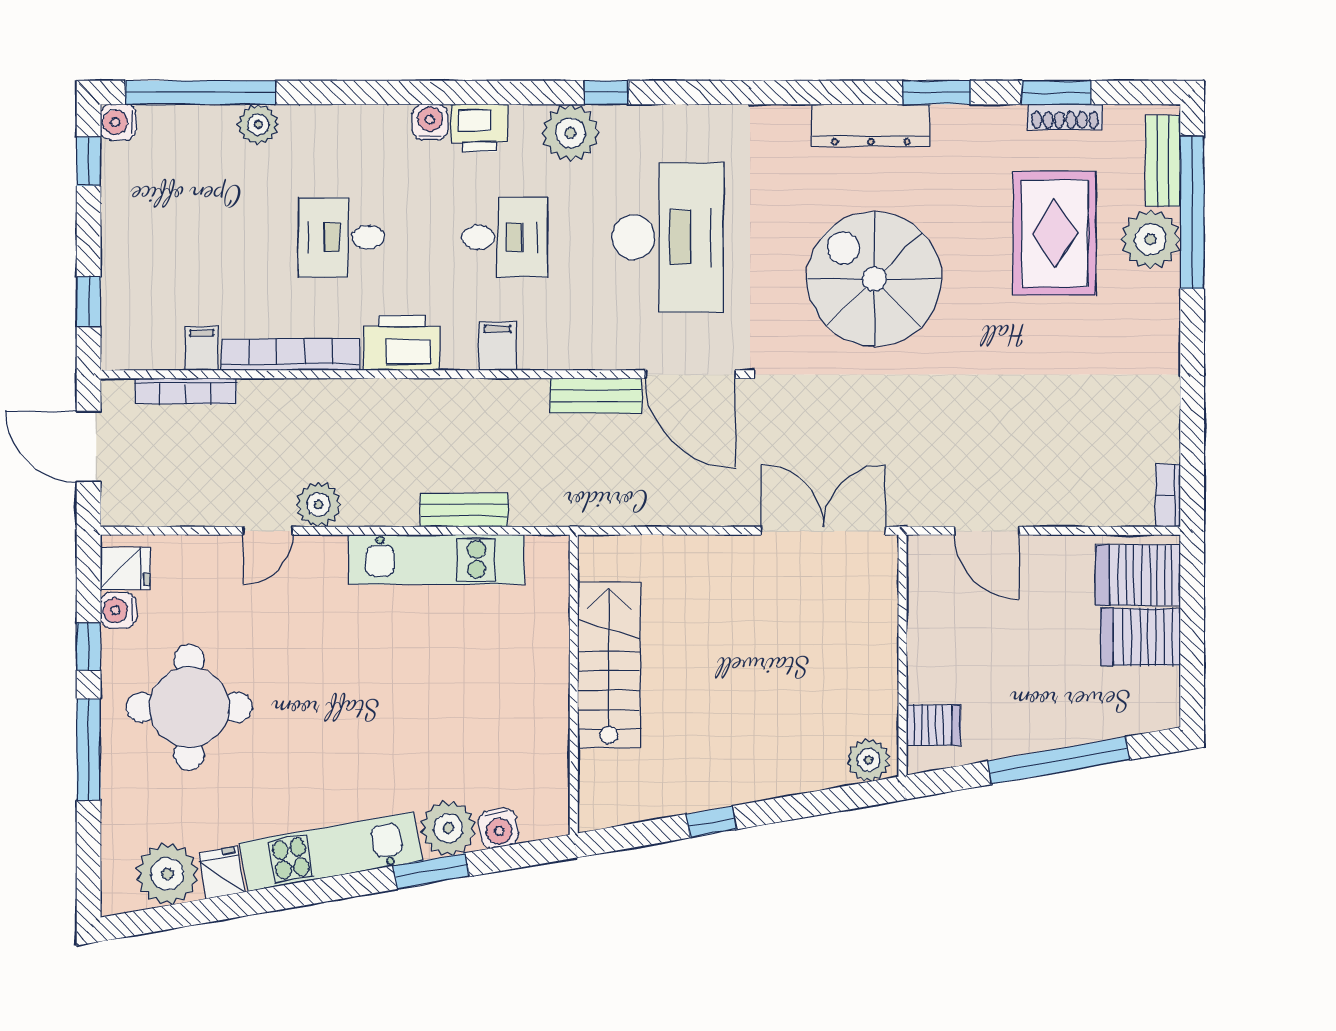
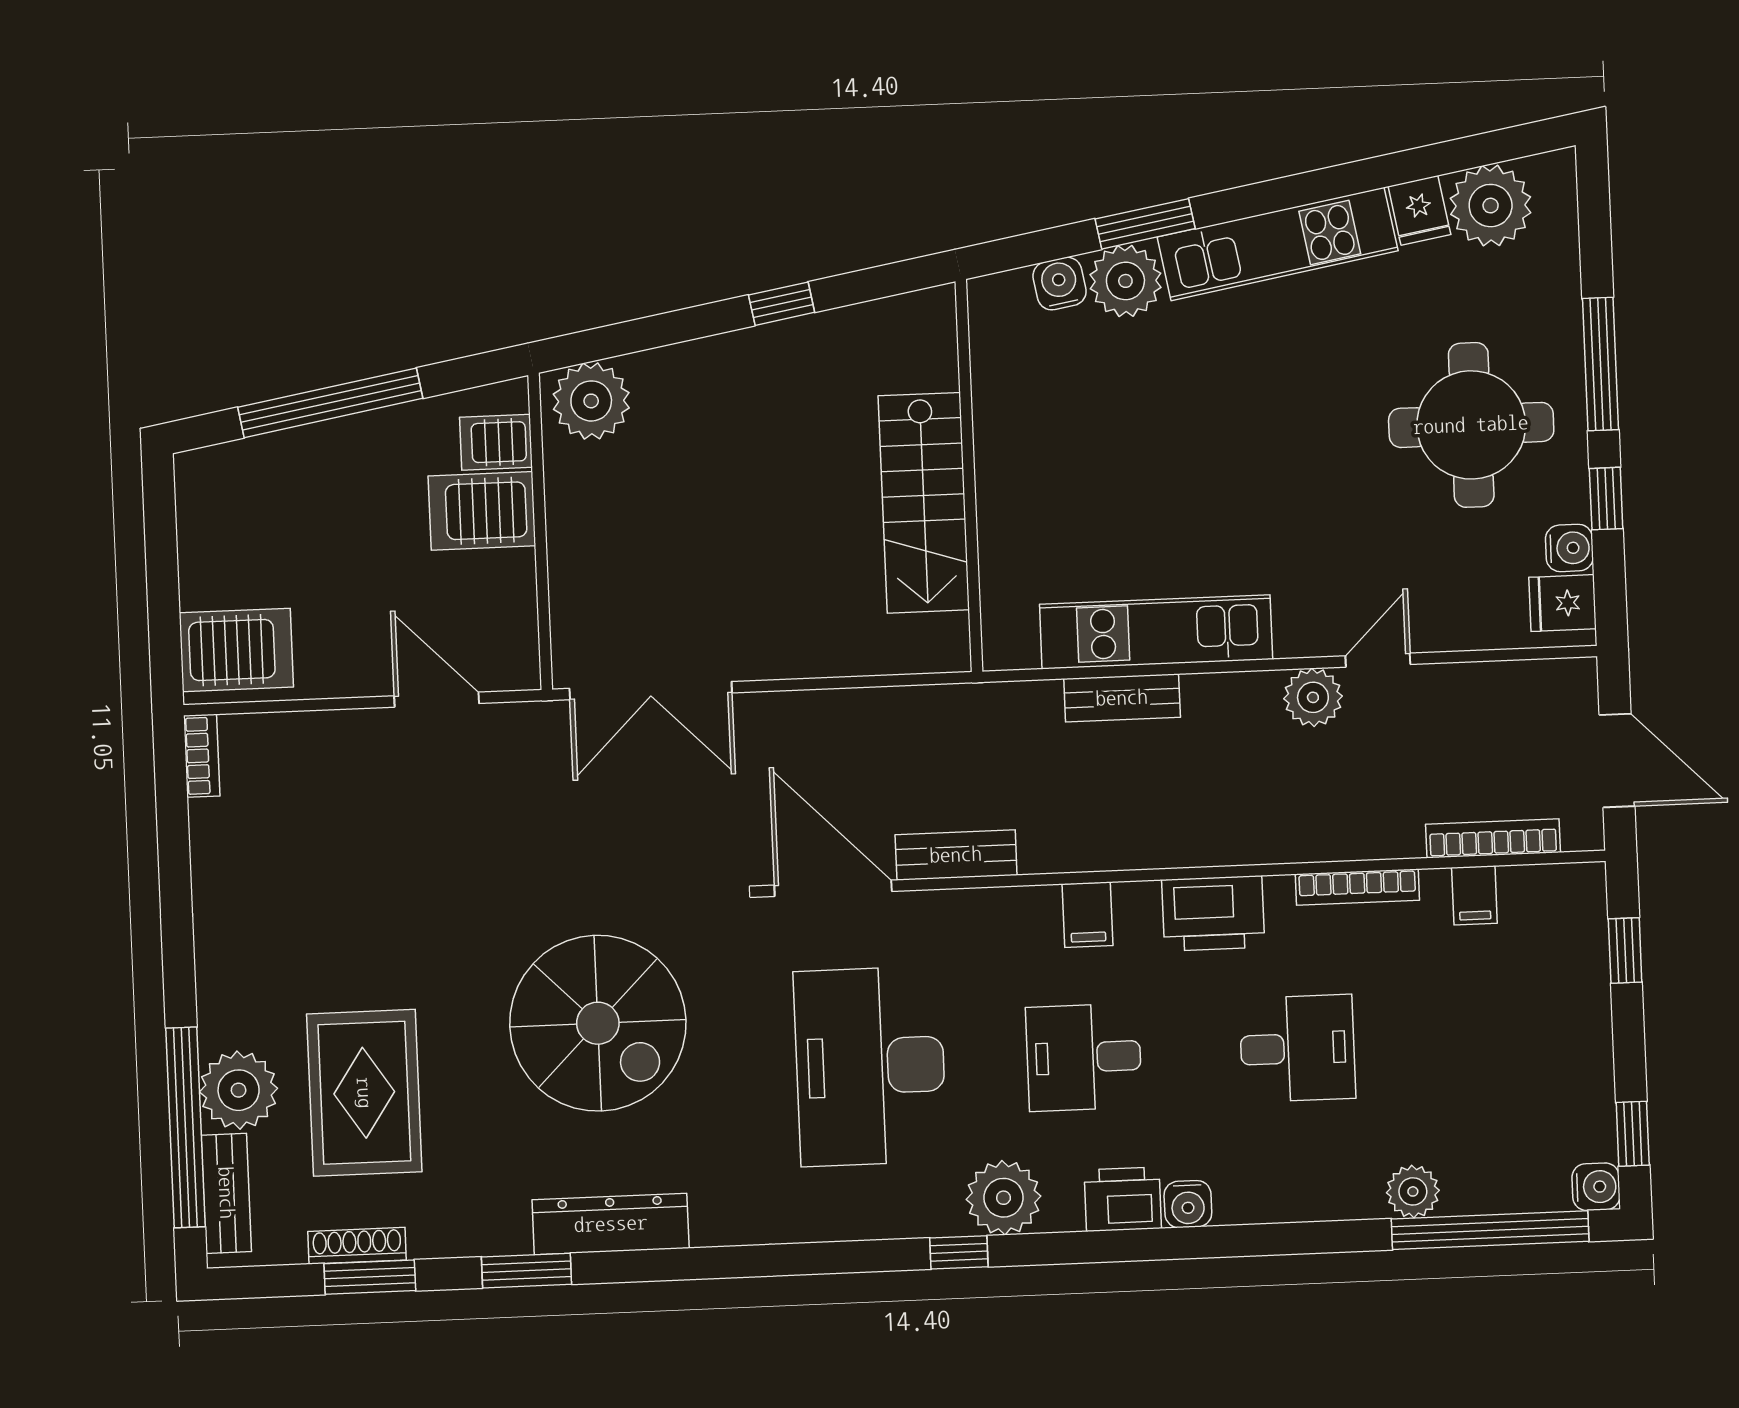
bookcase: (291, 355) -> (1357, 887), width x0.68, depth x0.76
server rack: (1141, 637) -> (482, 511), moved, turned 180
plant: (869, 760) -> (591, 401), width x1.36, depth x1.36

